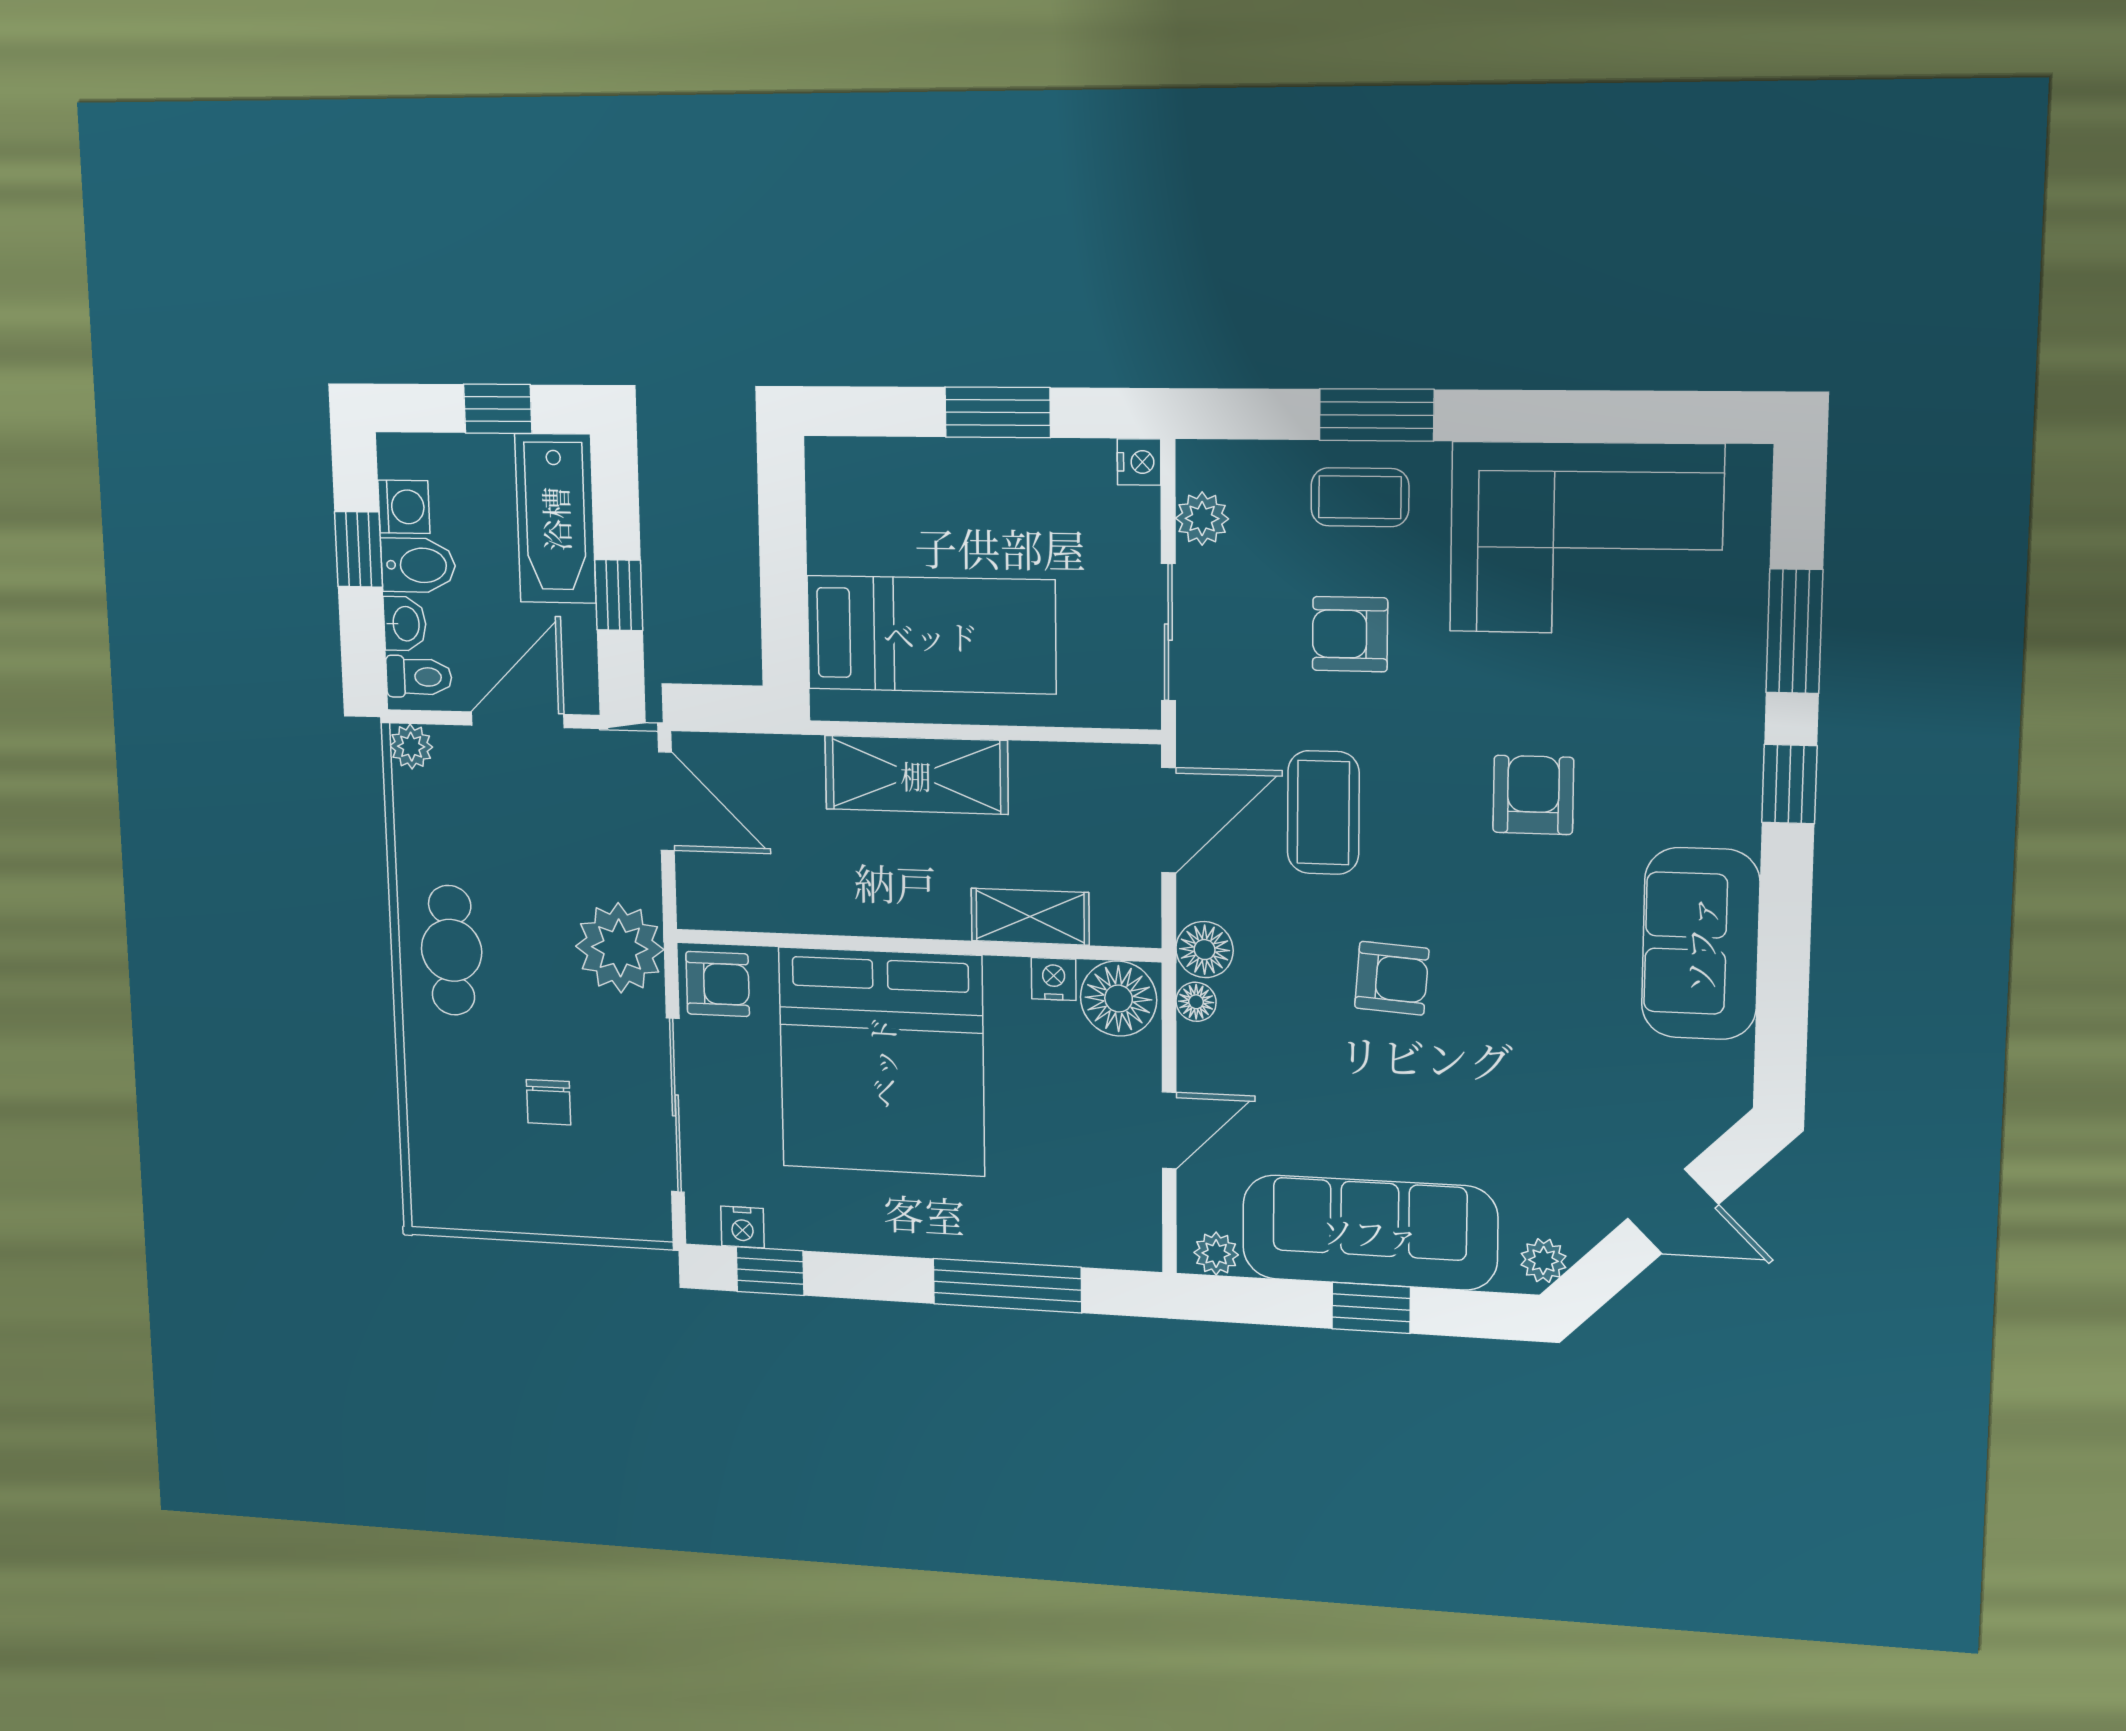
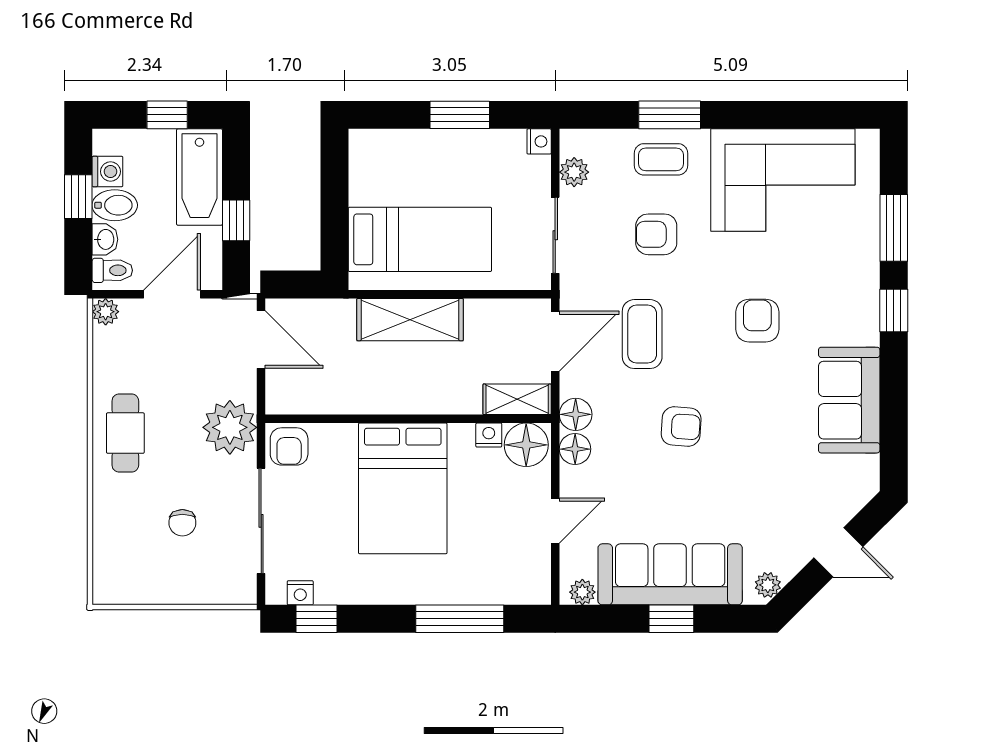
shelving: (1030, 917) -> (517, 399), moved
armchair: (718, 984) -> (289, 446), turned 90
floor lamp: (1196, 1002) -> (575, 449), width x1.37, depth x1.37
bed: (882, 1062) -> (403, 488), width x0.73

